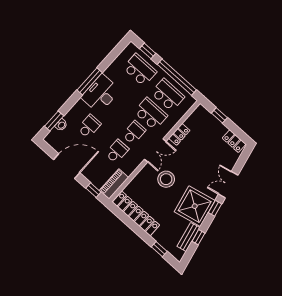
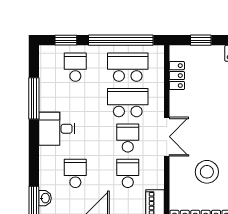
school desk: (140, 70) -> (75, 67), width x0.54
window: (90, 81) -> (34, 98), moved
desk: (101, 94) -> (57, 129), width x0.73
locker: (179, 134) -> (177, 76), moved
stool: (166, 179) -> (207, 172), moved

